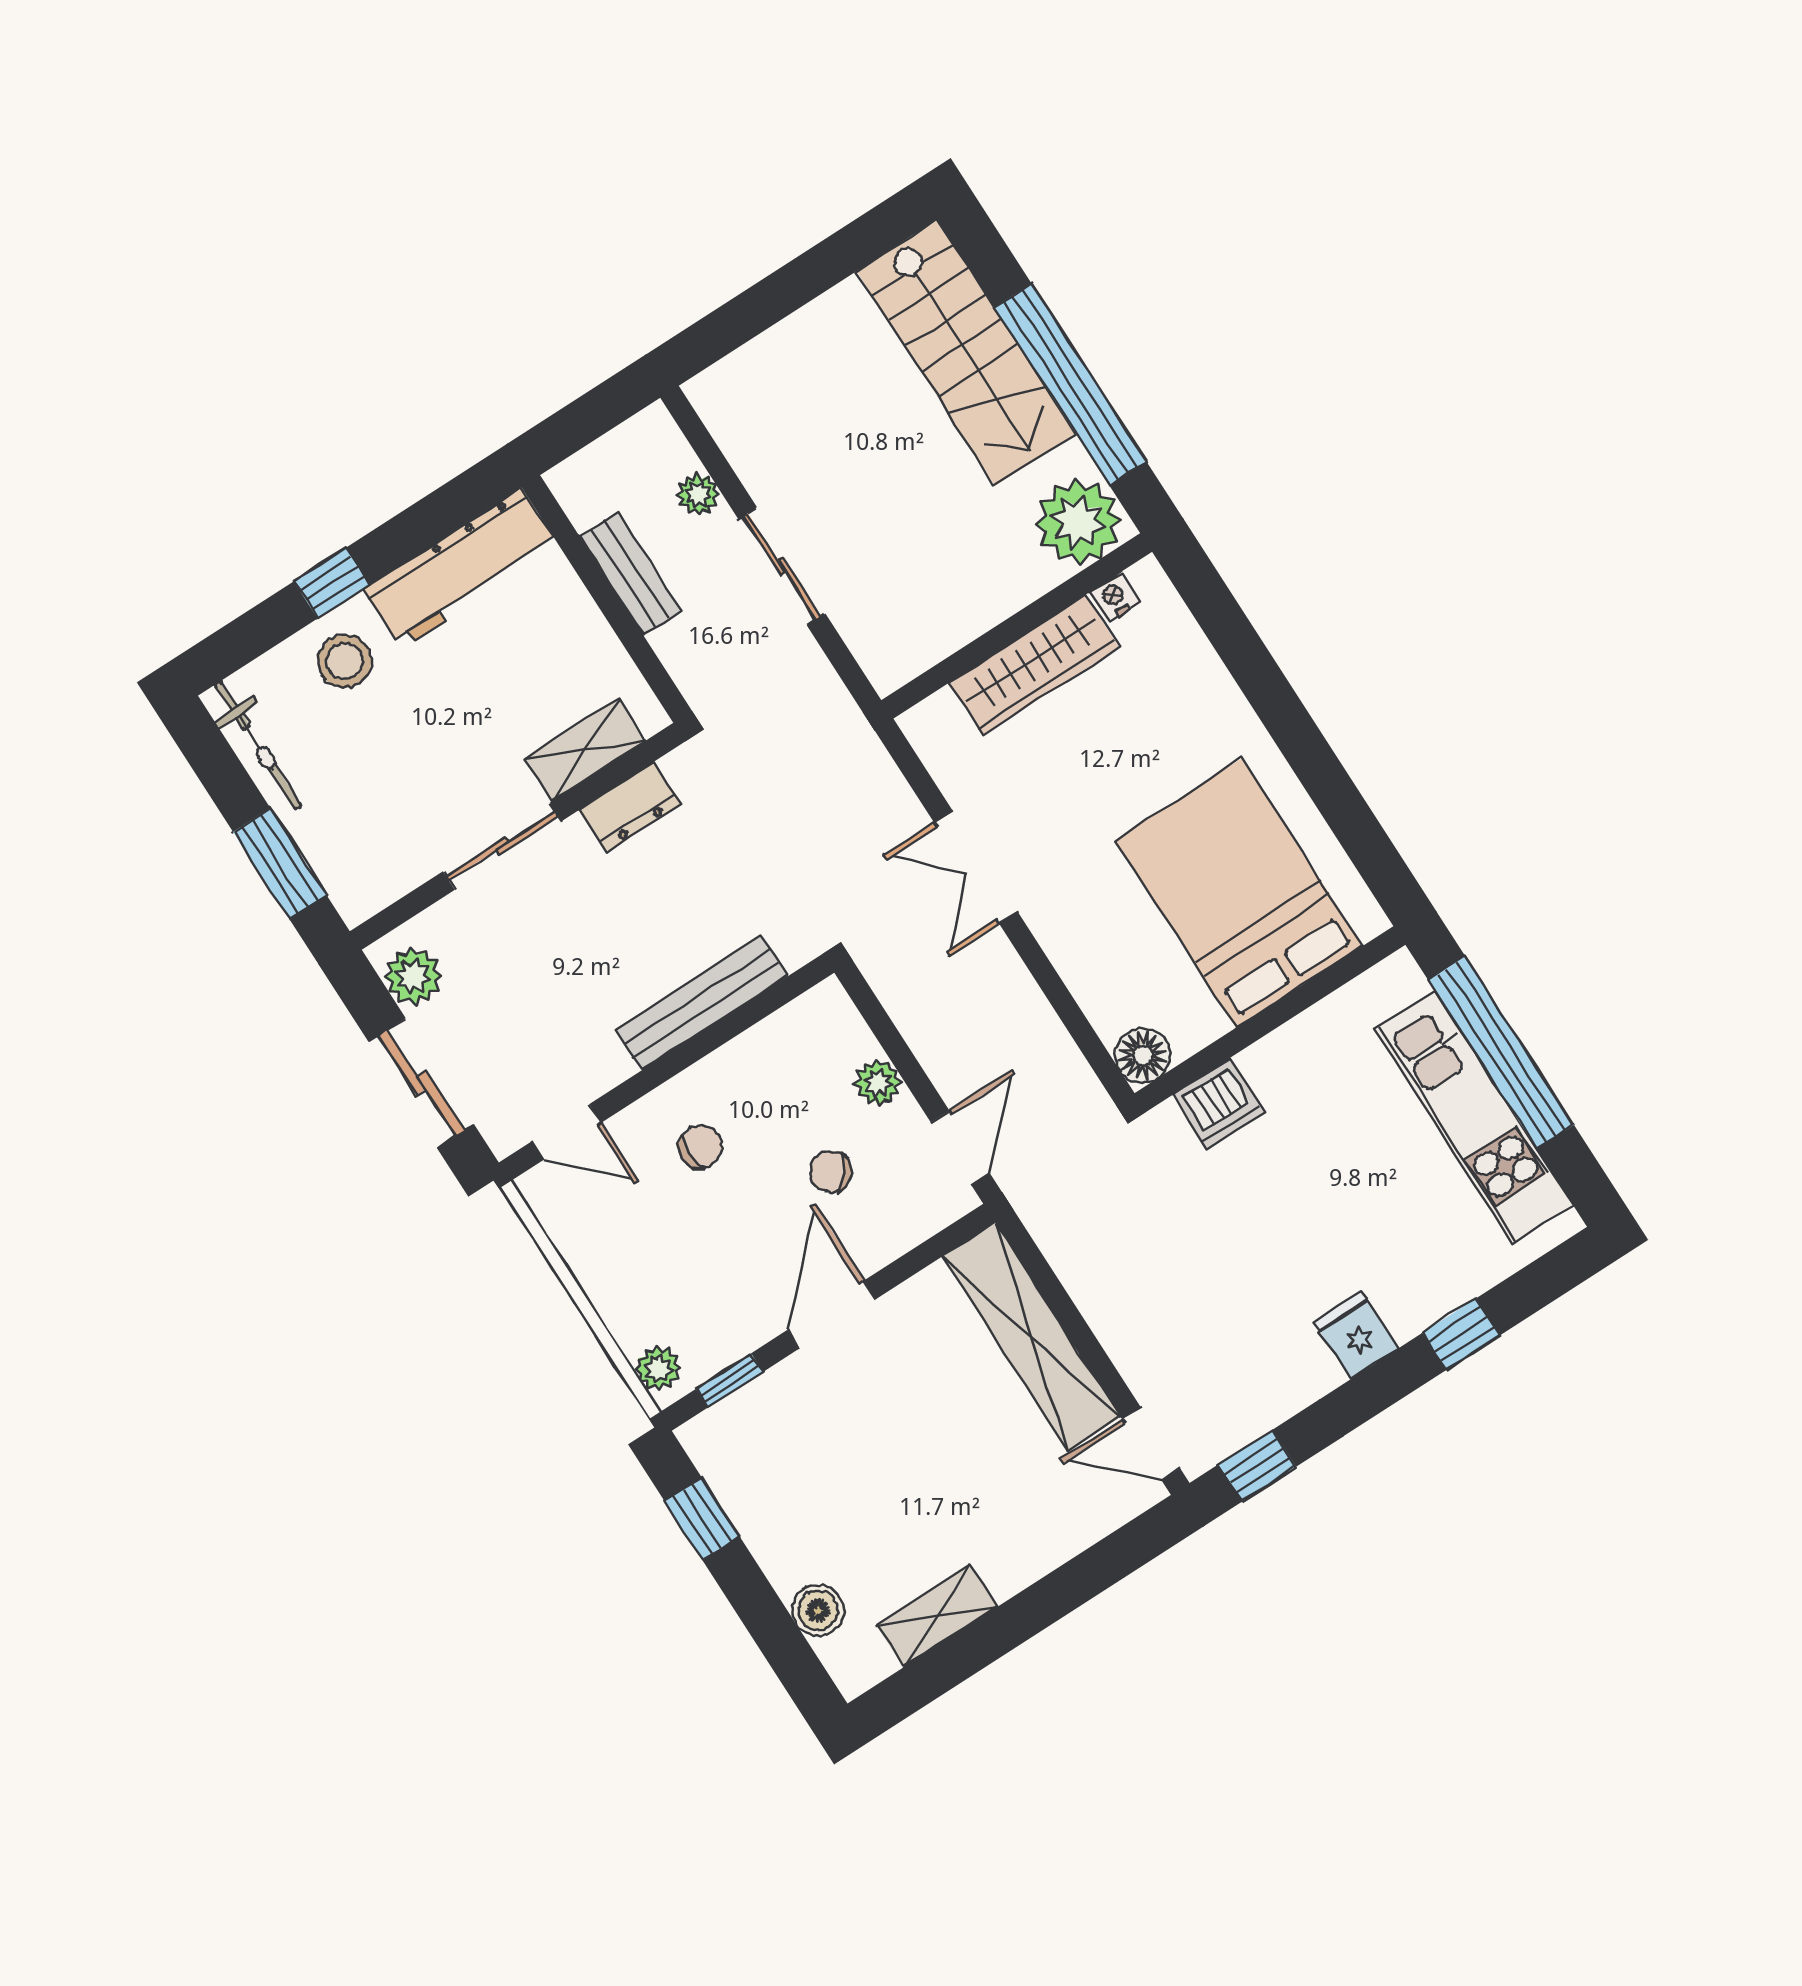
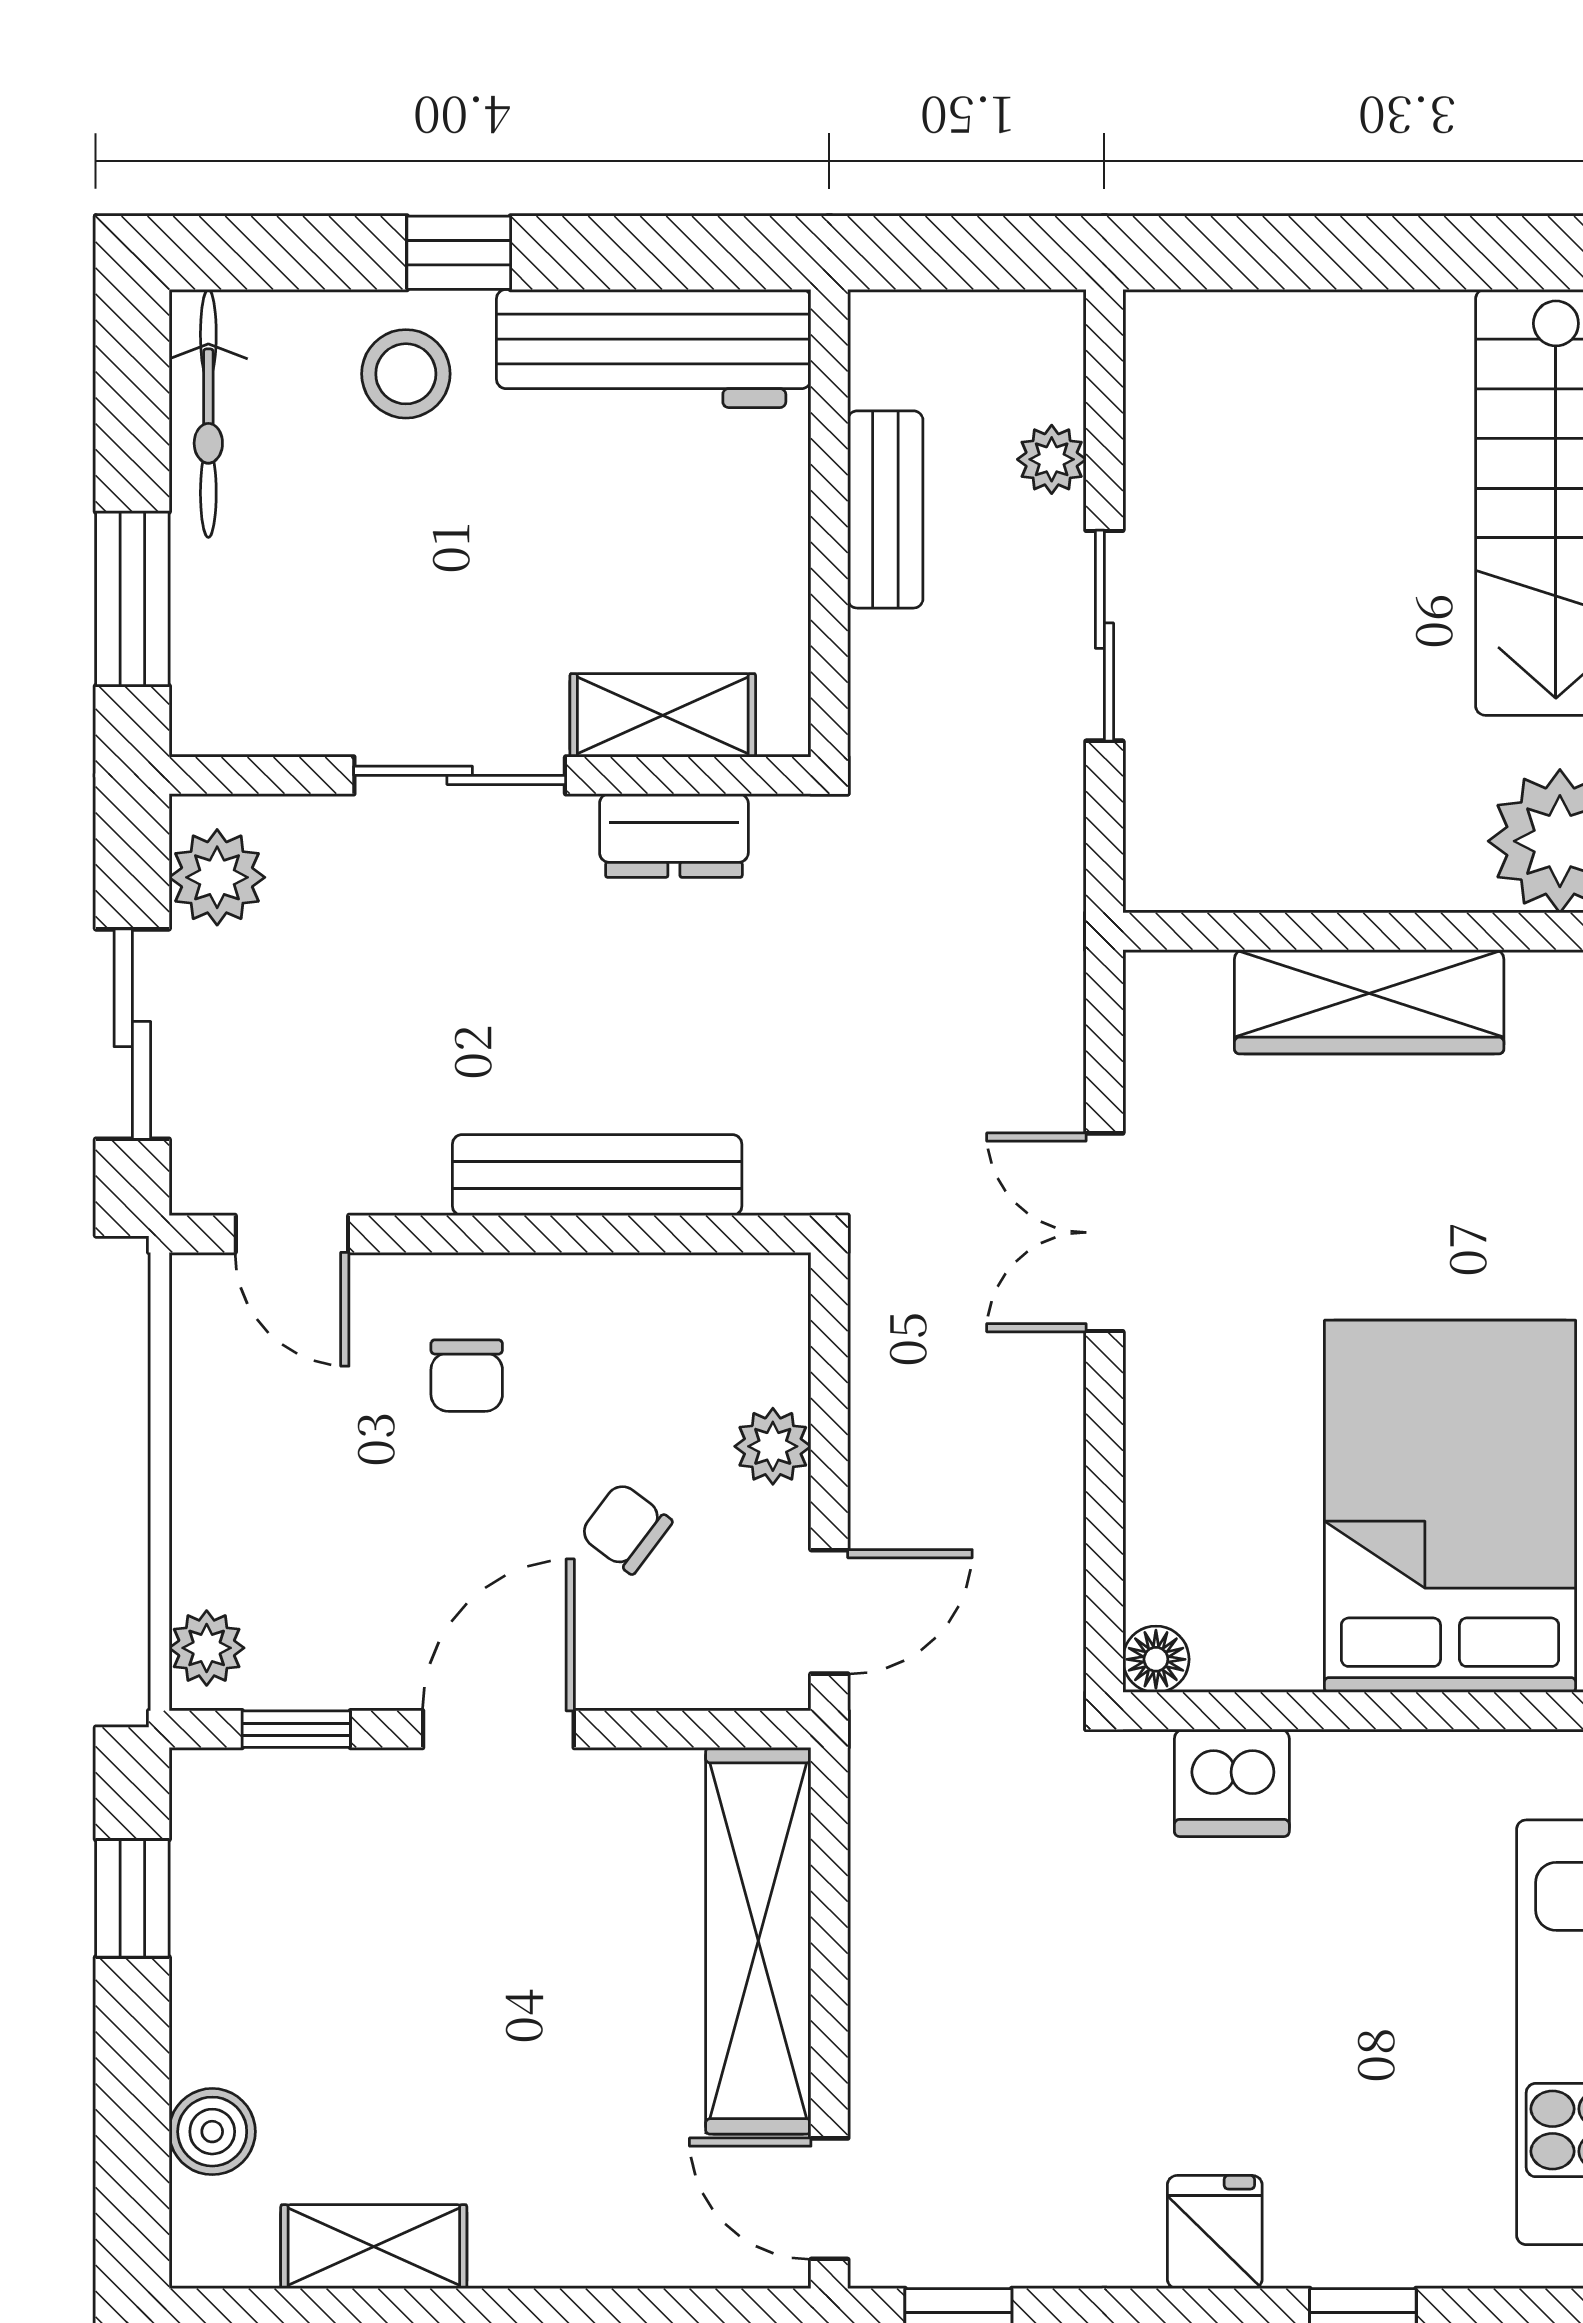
nightstand: (1115, 597) -> (1543, 979), removed
floor lamp: (1143, 1055) -> (1156, 1659), width x0.73, depth x0.73
chair: (701, 1147) -> (467, 1376), turned 90

